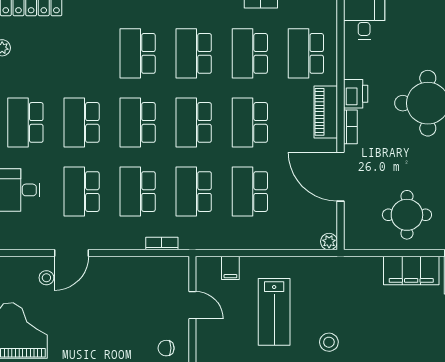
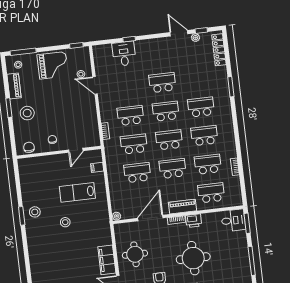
school desk: (25, 122) -> (159, 54), removed
school desk: (82, 192) -> (127, 87), removed

